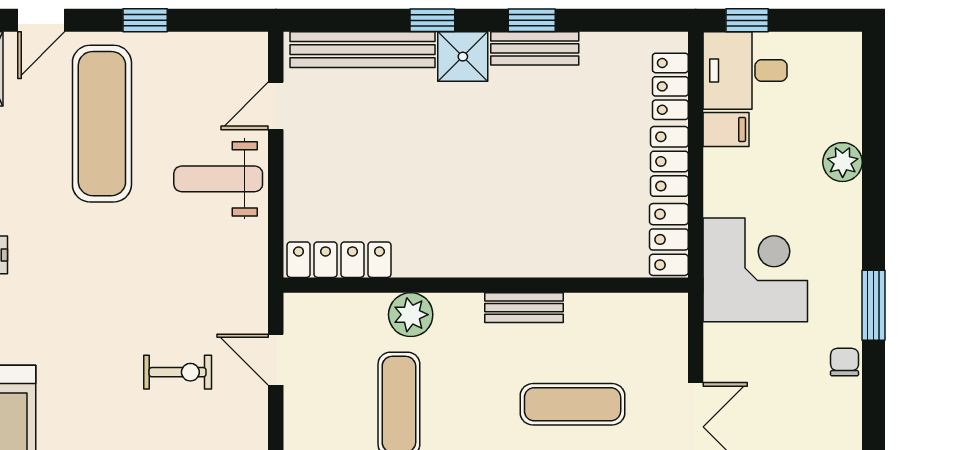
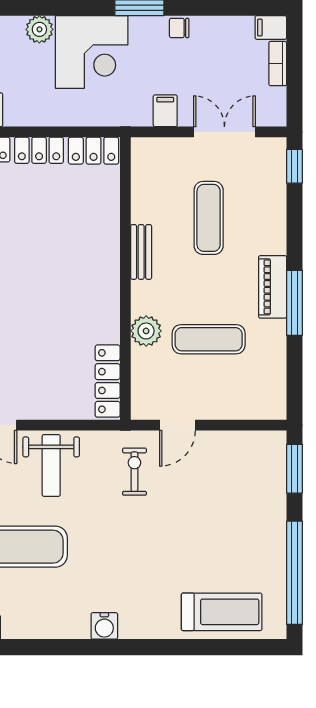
filing cabinet: (726, 129) -> (165, 111), moved
corner desk: (755, 270) -> (92, 52), moved, turned 180
exercise bike: (178, 372) -> (134, 472), moved

